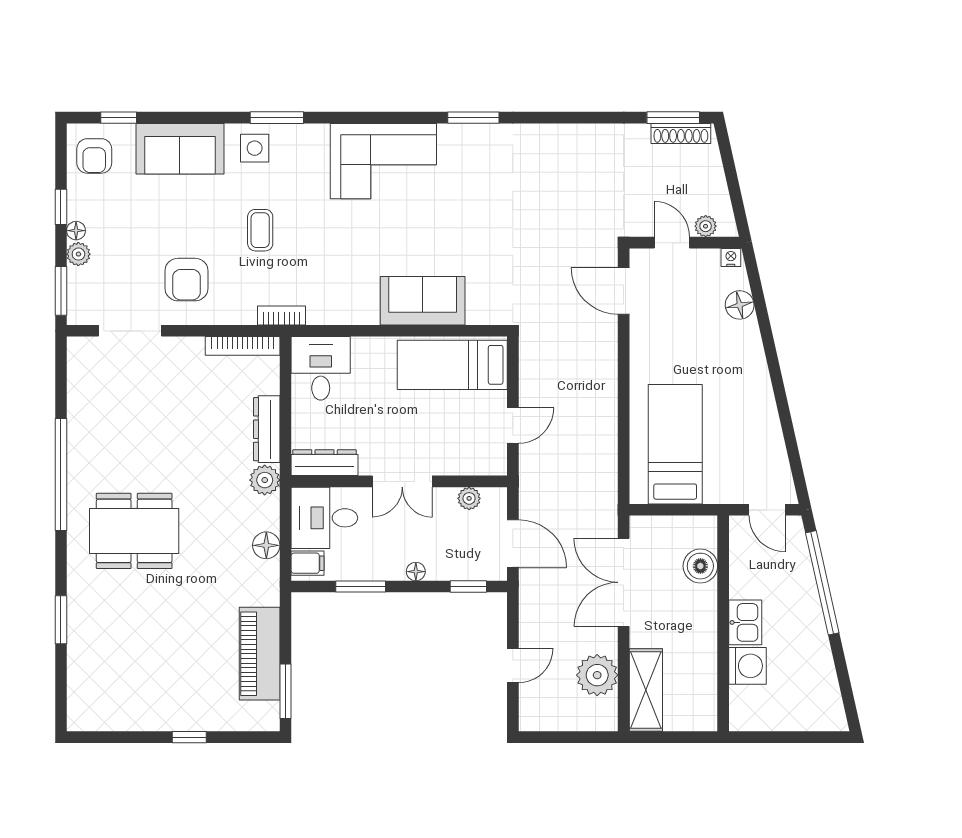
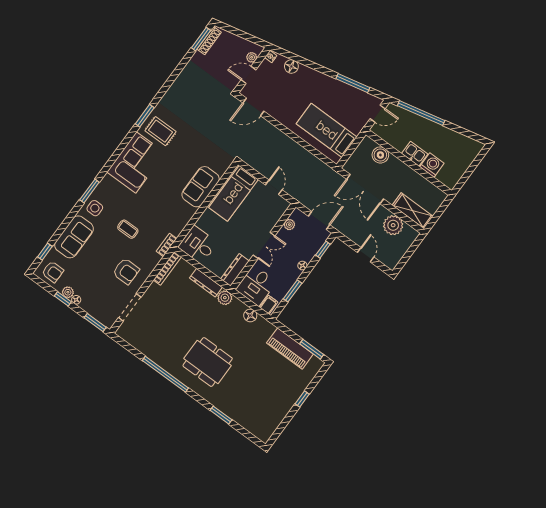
rug: (467, 164) -> (160, 131), added
plant: (78, 254) -> (68, 292), moved
window: (788, 430) -> (353, 83), added
dining table: (134, 531) -> (208, 362), turned 90

